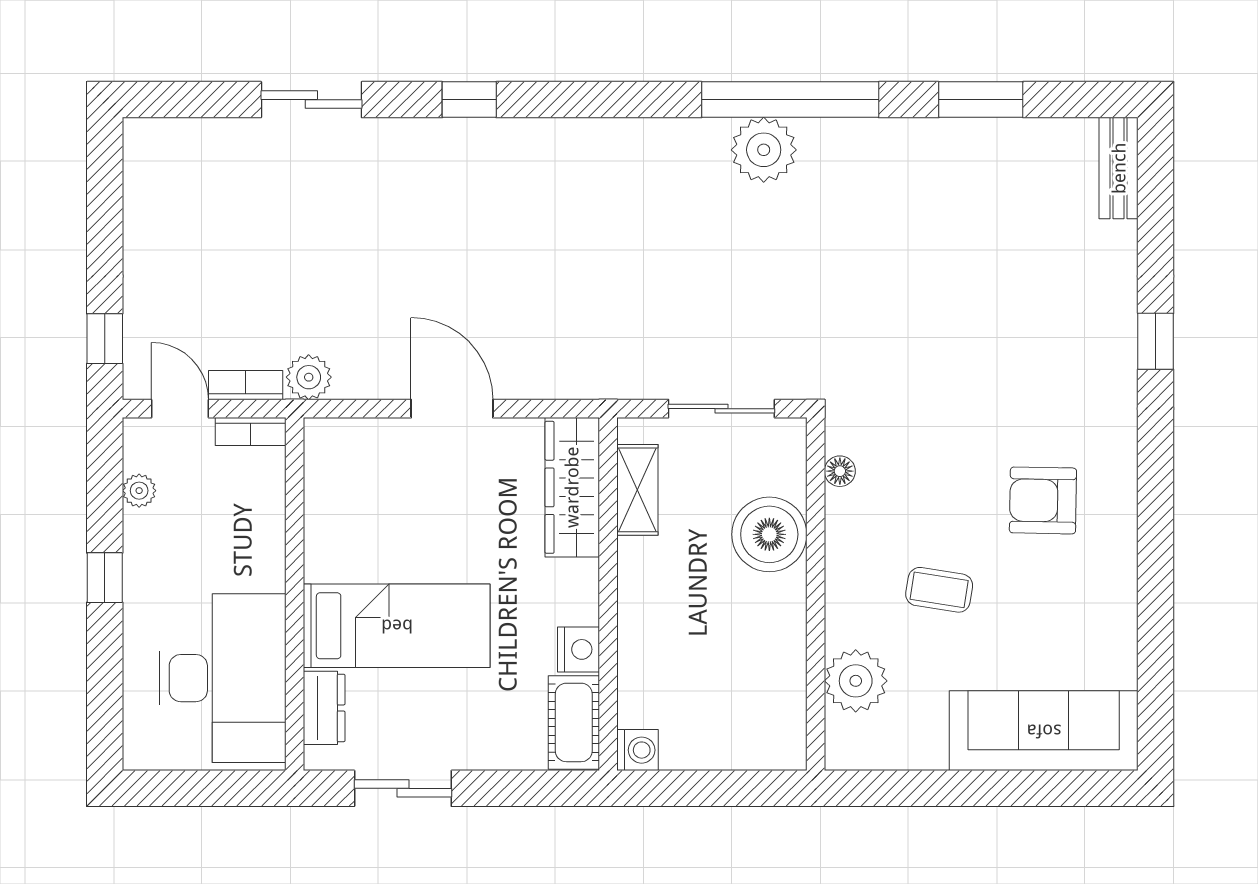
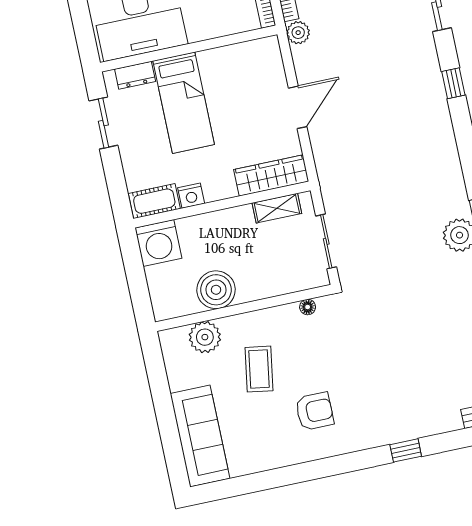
armchair: (1043, 500) -> (314, 411), turned 89
boiler: (769, 534) -> (216, 290), moved
coffee table: (939, 590) -> (259, 369), width x1.36, depth x1.30
washing machine: (638, 750) -> (158, 243), width x1.89, depth x1.89

